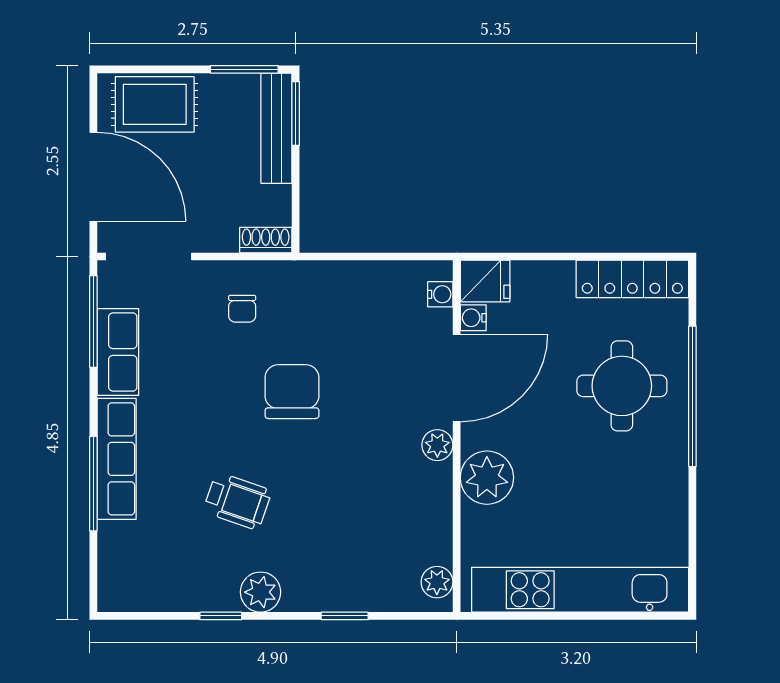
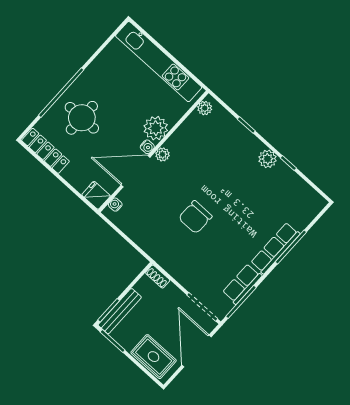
chair: (242, 309) -> (187, 260), removed
water cooler: (473, 318) -> (147, 147), moved
wheelchair: (237, 501) -> (247, 197), removed

